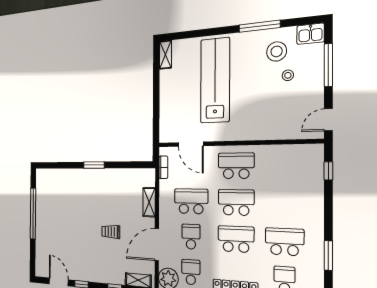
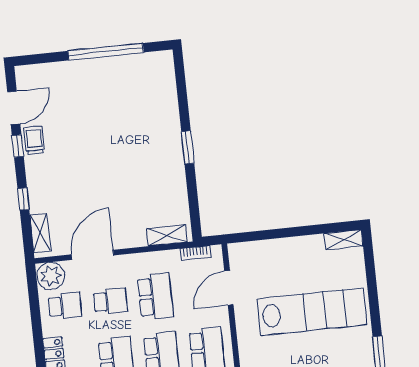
shelving: (149, 202) -> (167, 235), moved
trolley: (111, 232) -> (34, 140), moved
door: (157, 244) -> (92, 255), hinge flipped

